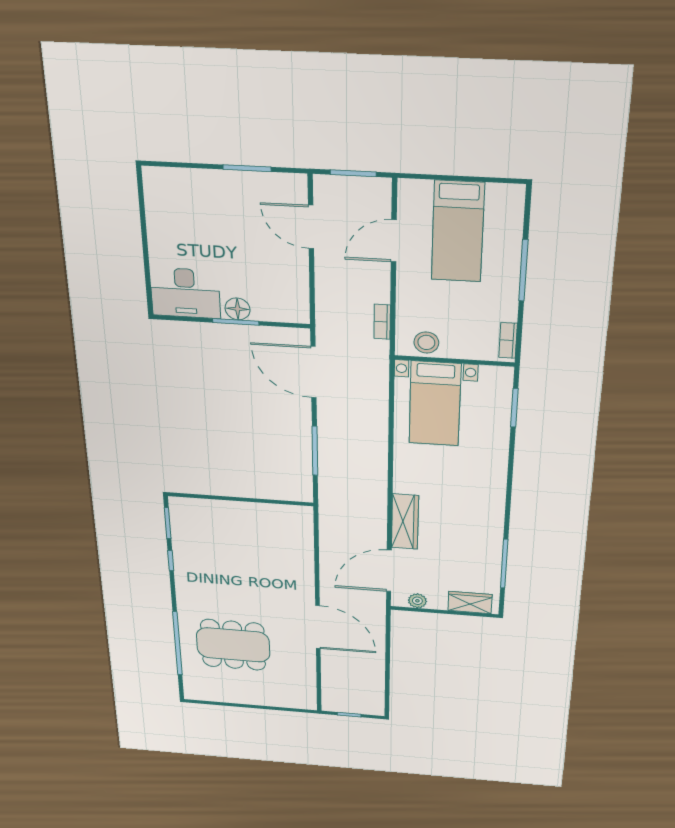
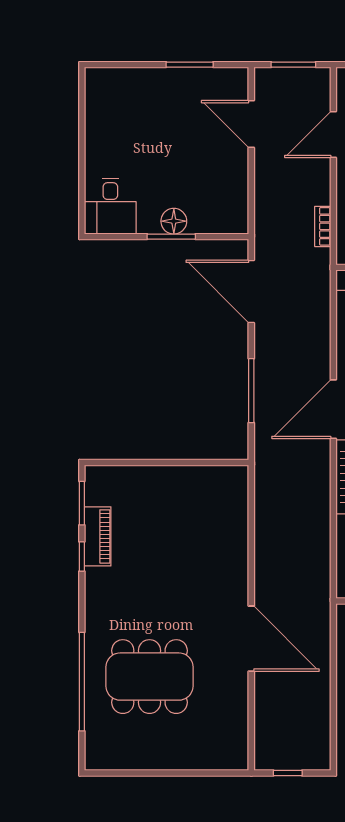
desk: (185, 293) -> (110, 206), width x0.73
piano: (183, 548) -> (98, 536), added
door: (389, 571) -> (333, 409), moved

